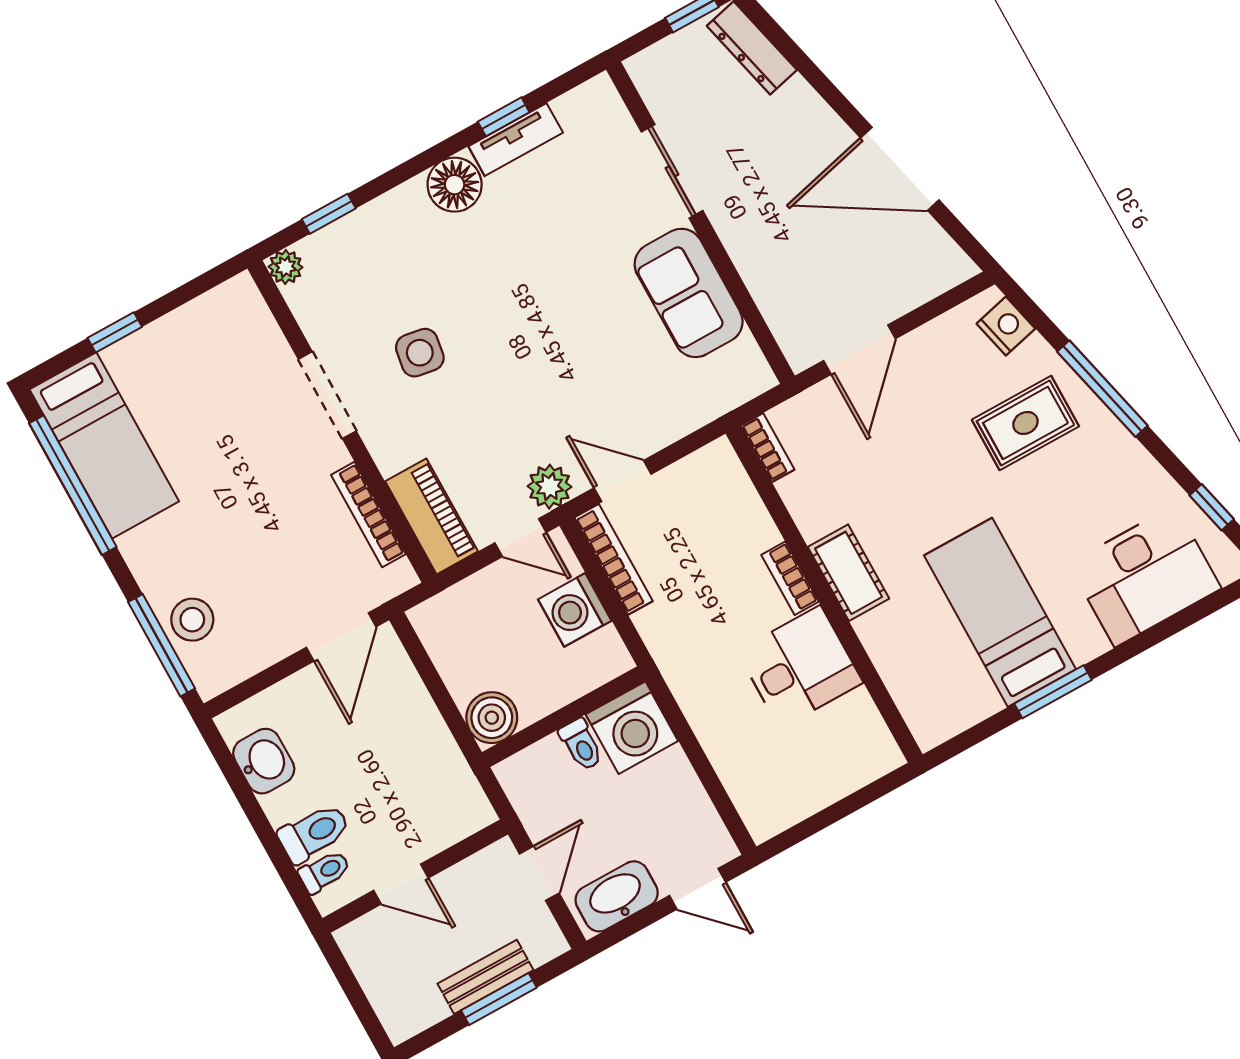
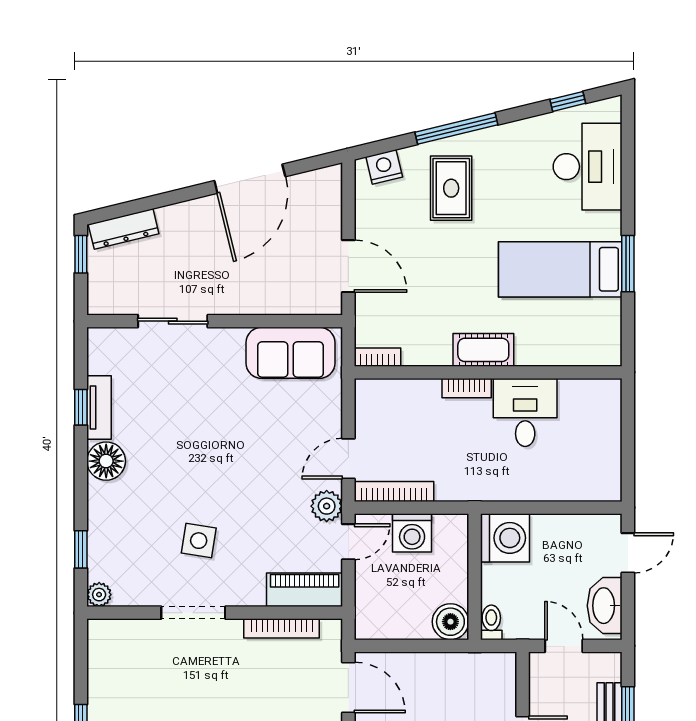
sofa: (689, 293) -> (290, 353), moved
toilet: (581, 745) -> (491, 622), moved, turned -90

